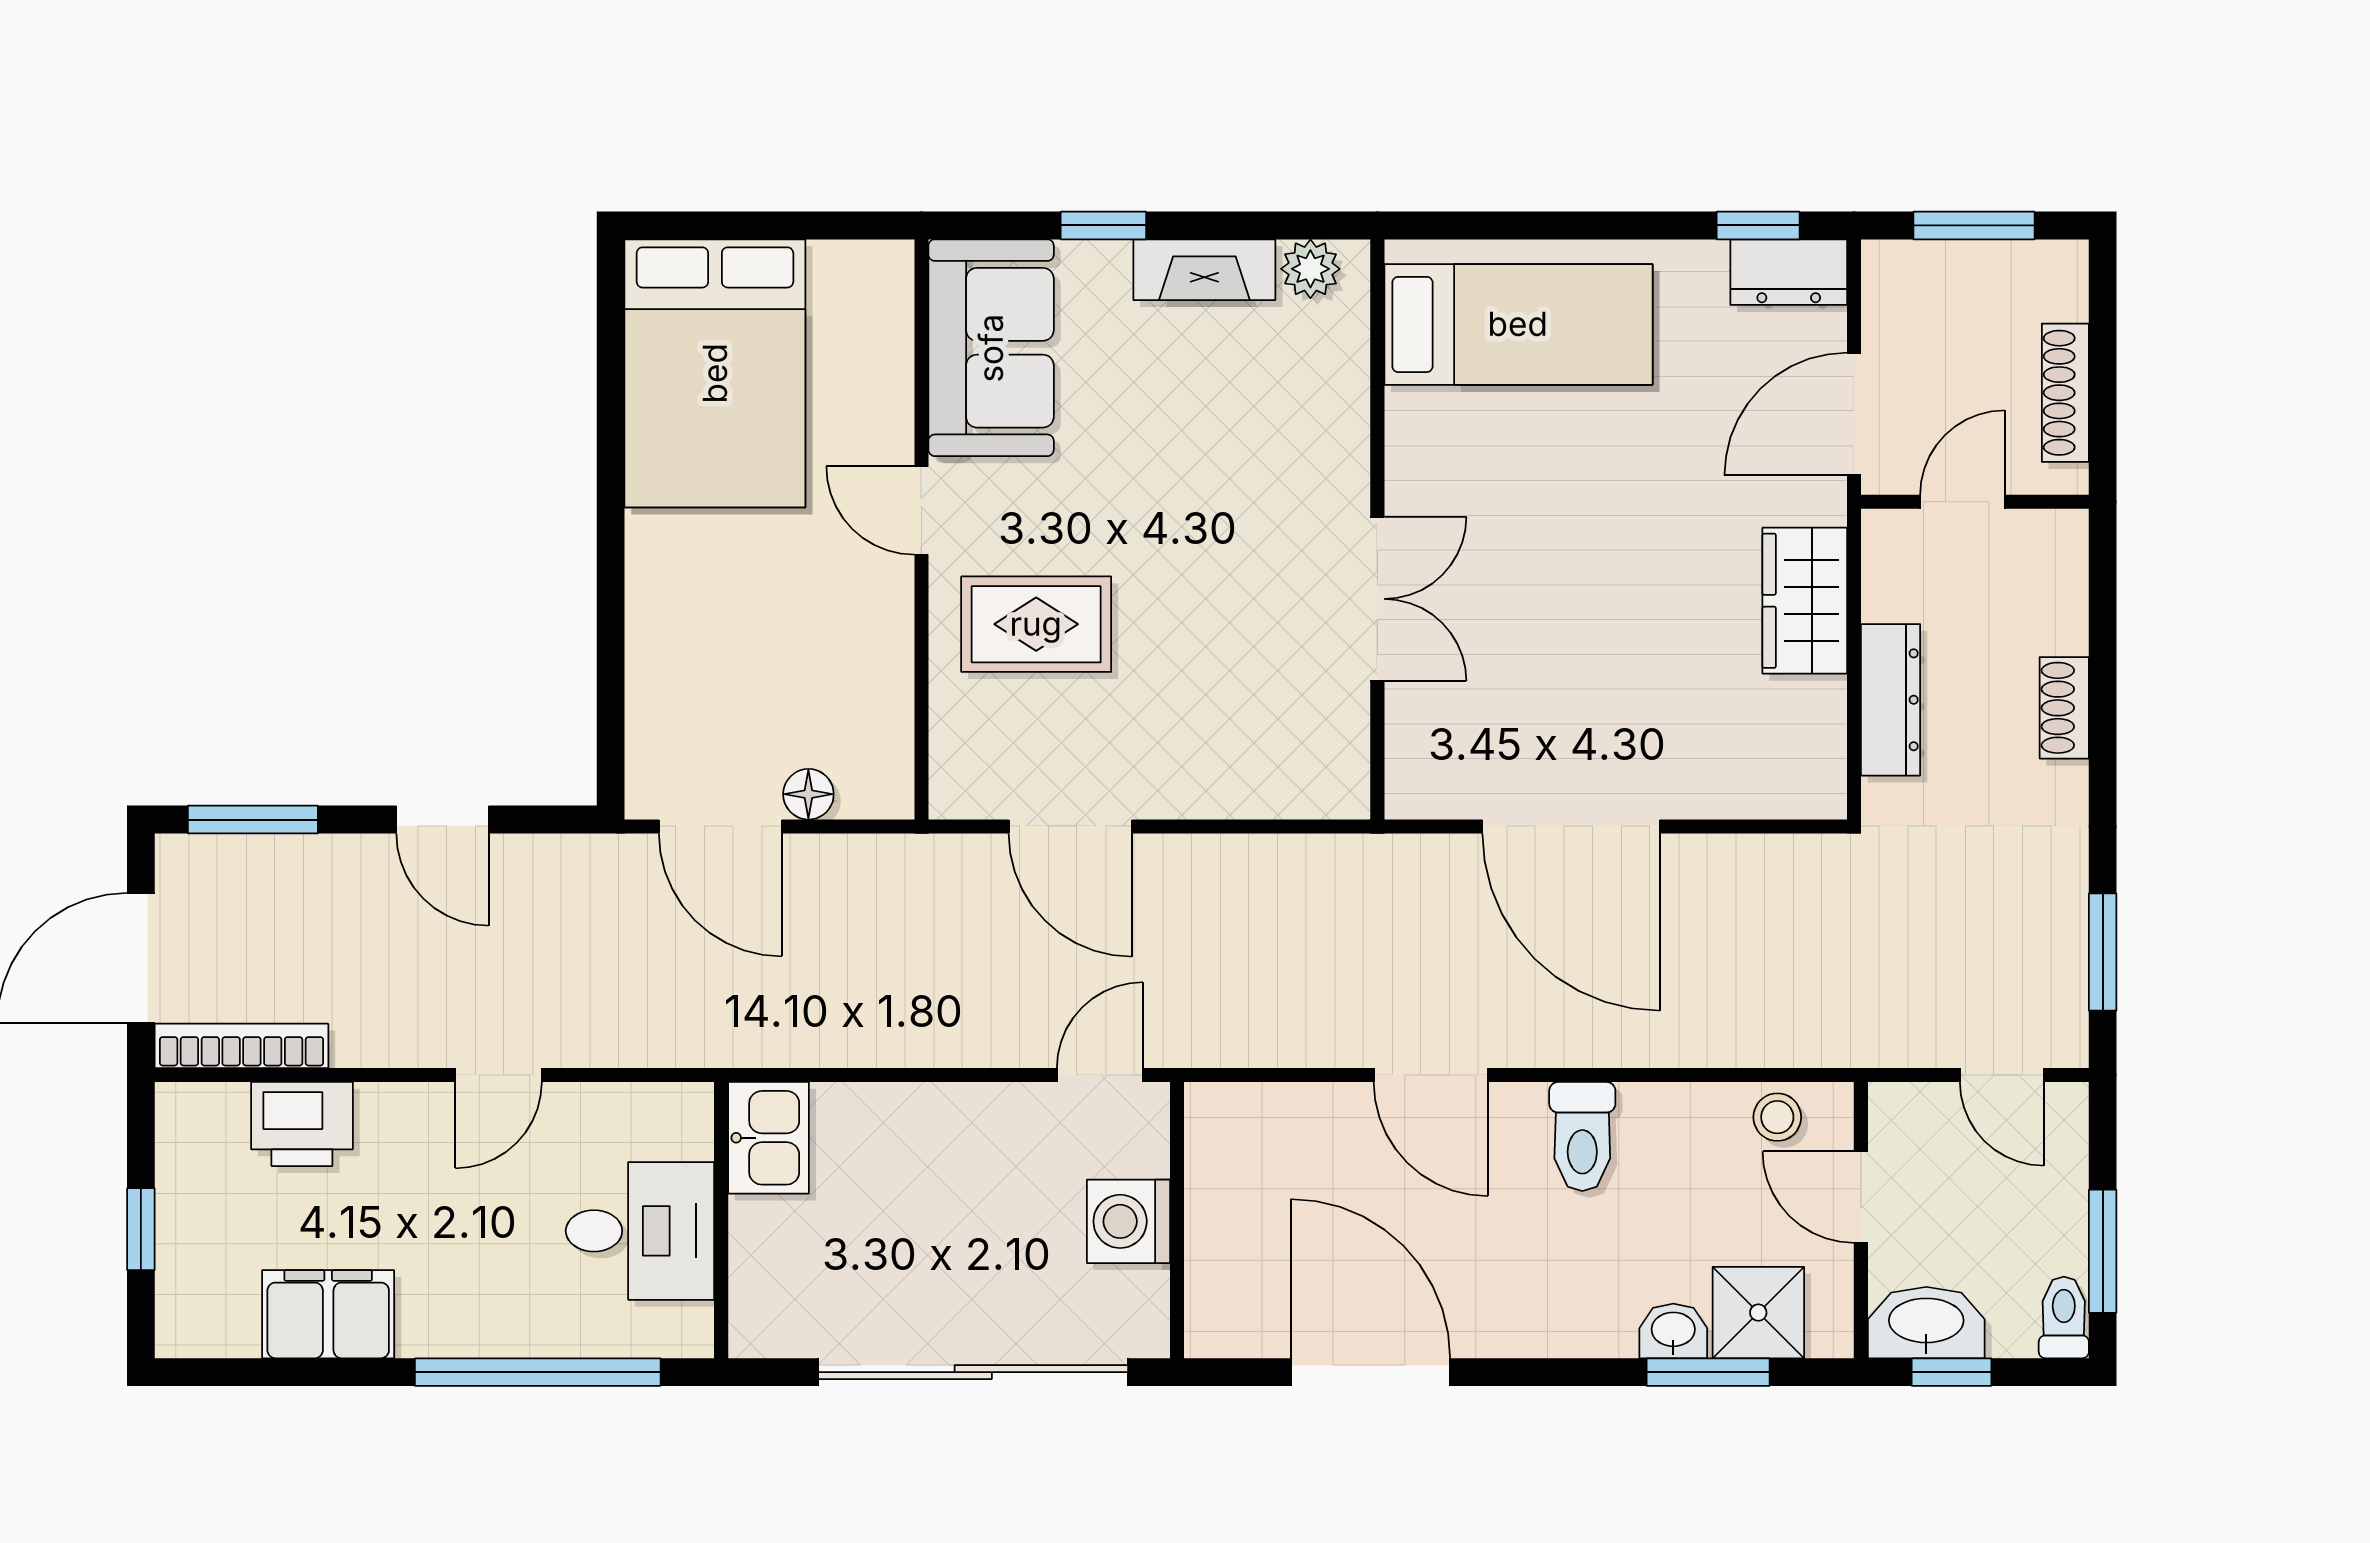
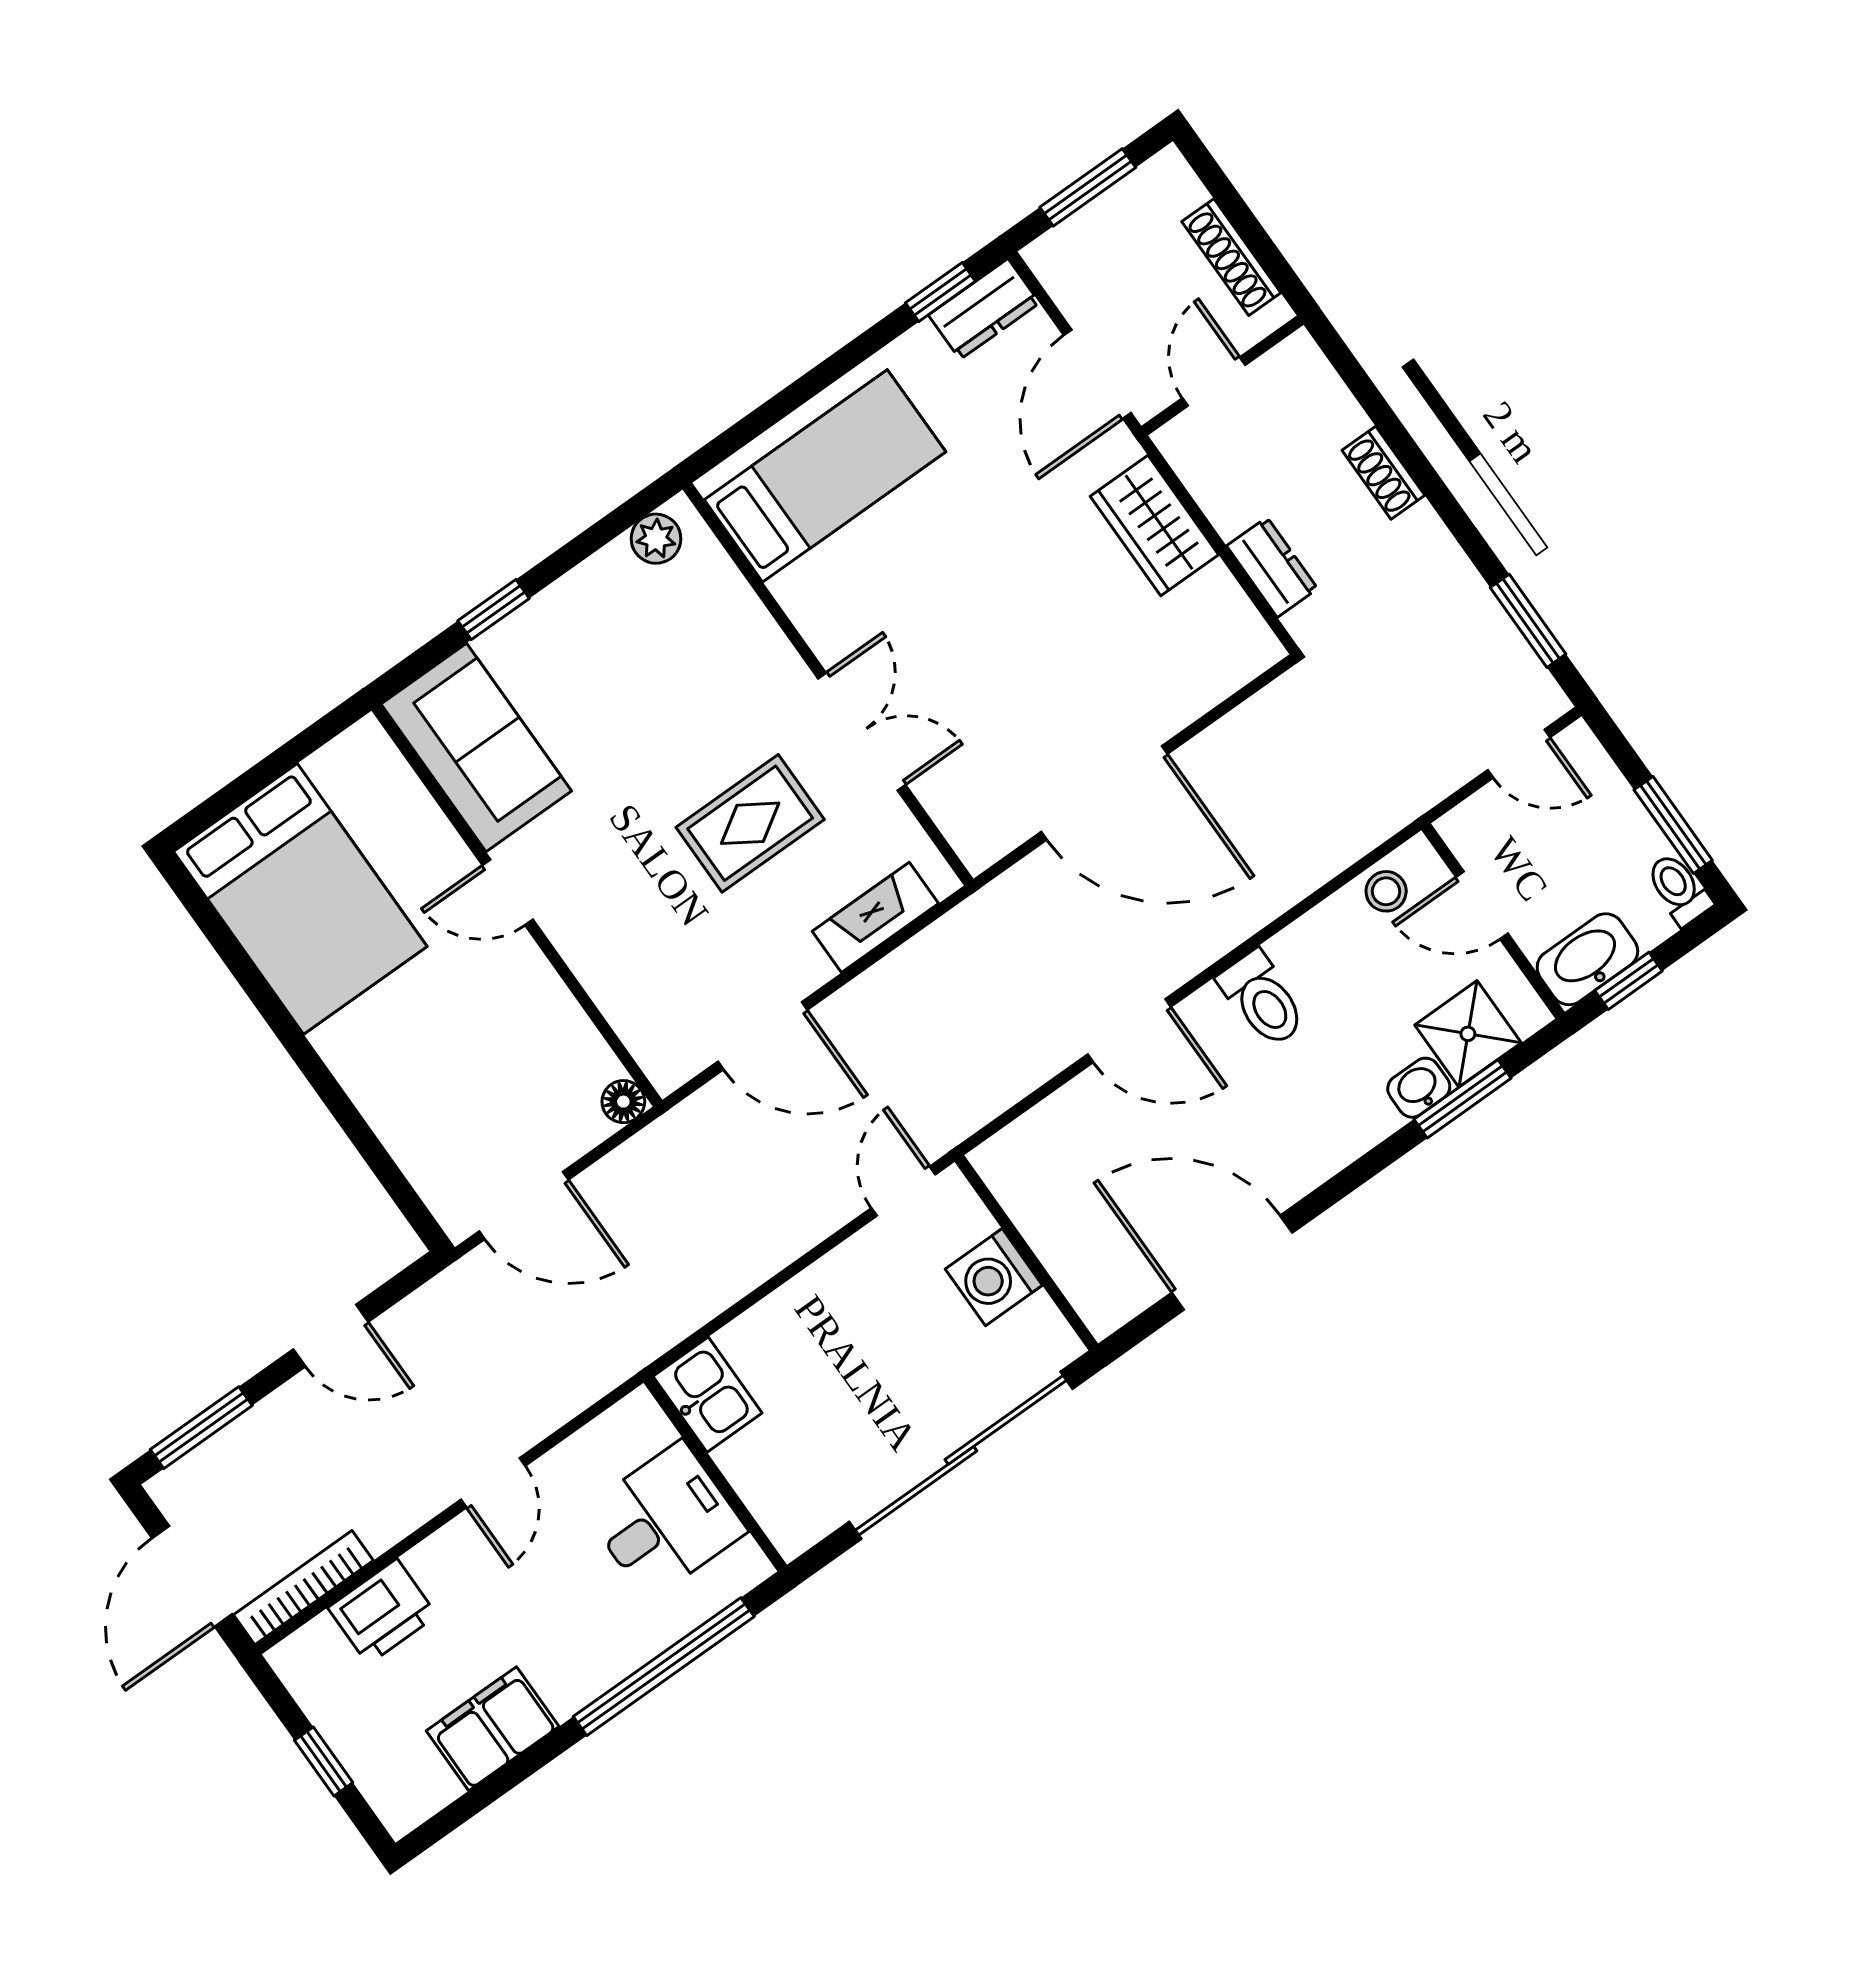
fireplace: (1204, 270) -> (875, 917), moved, turned 180
rug: (1036, 624) -> (750, 823), moved
dresser: (1891, 700) -> (1272, 567), width x0.70
floor lamp: (808, 794) -> (623, 1102), moved

